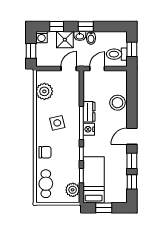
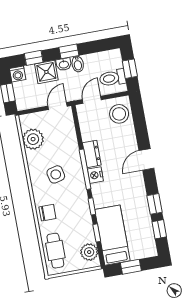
stool: (117, 103) -> (119, 114), moved
door: (132, 136) -> (146, 159), moved

